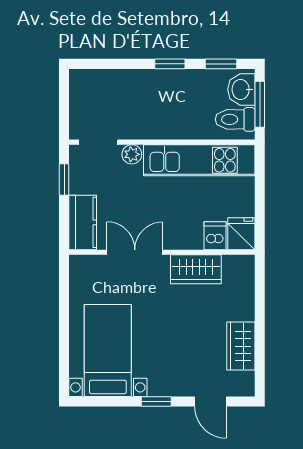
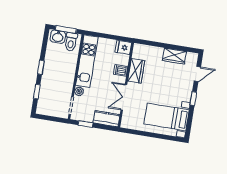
window: (221, 64) -> (37, 92), moved
dishwasher: (215, 236) -> (121, 70), moved

